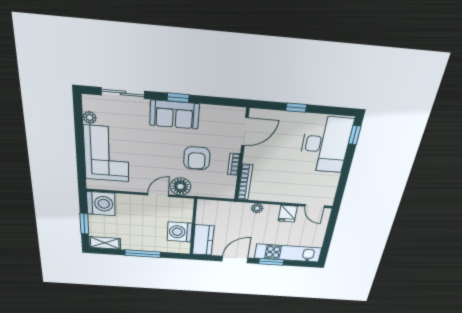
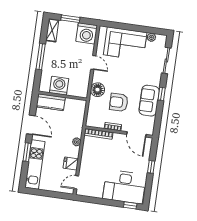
sofa: (174, 115) -> (149, 101), moved
door: (158, 195) -> (93, 63), moved

